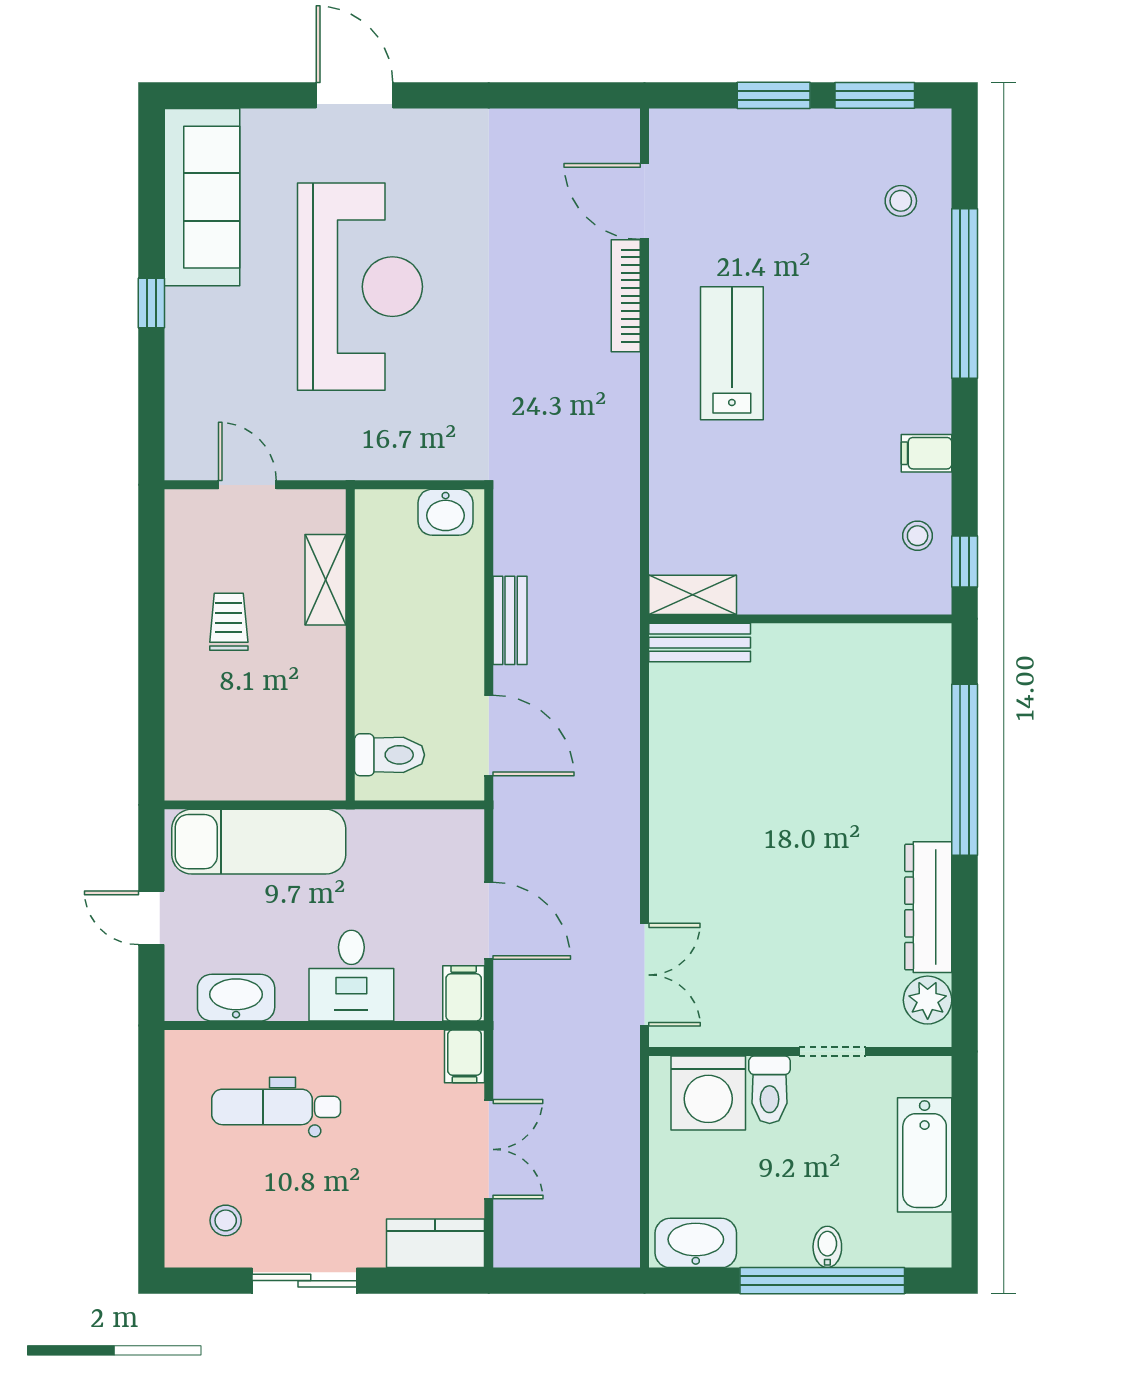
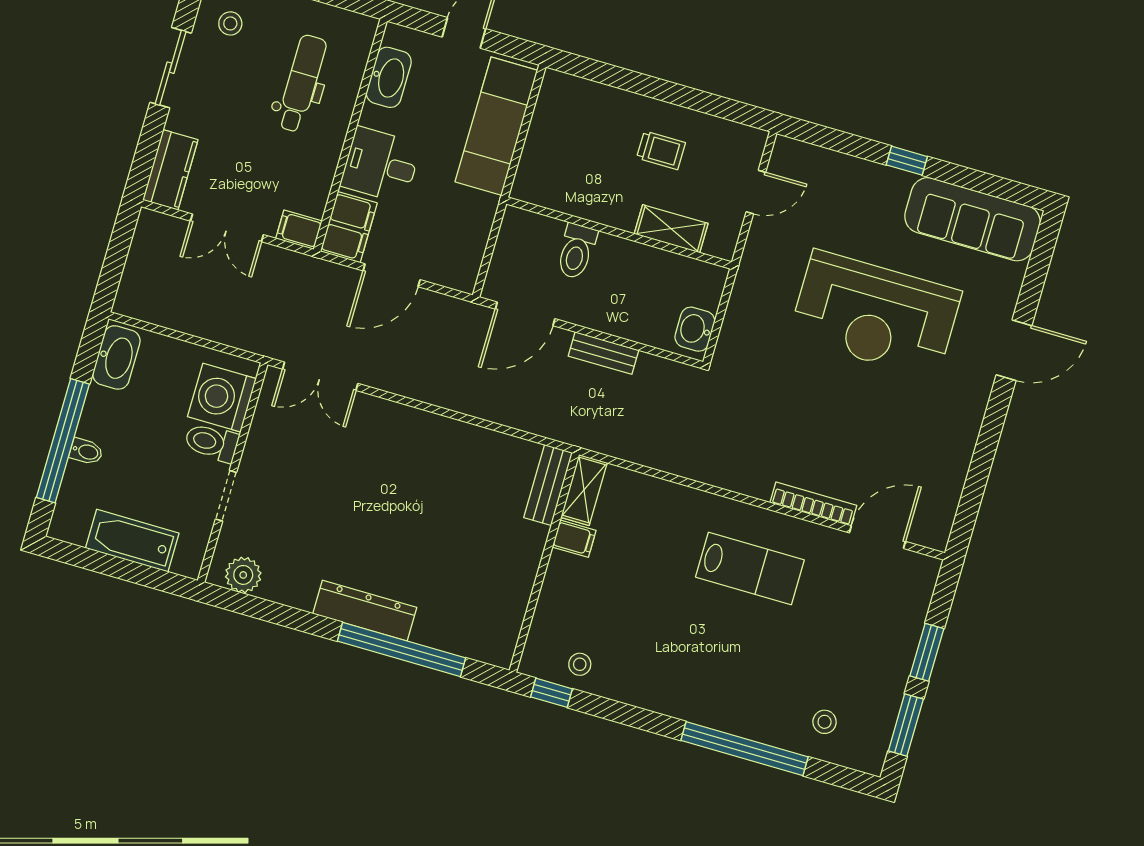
filing cabinet: (926, 453) -> (574, 539), moved, turned 90
toilet: (389, 755) -> (576, 251), moved
dresser: (928, 907) -> (365, 611), moved
filing cabinet: (464, 993) -> (349, 227), width x2.00

